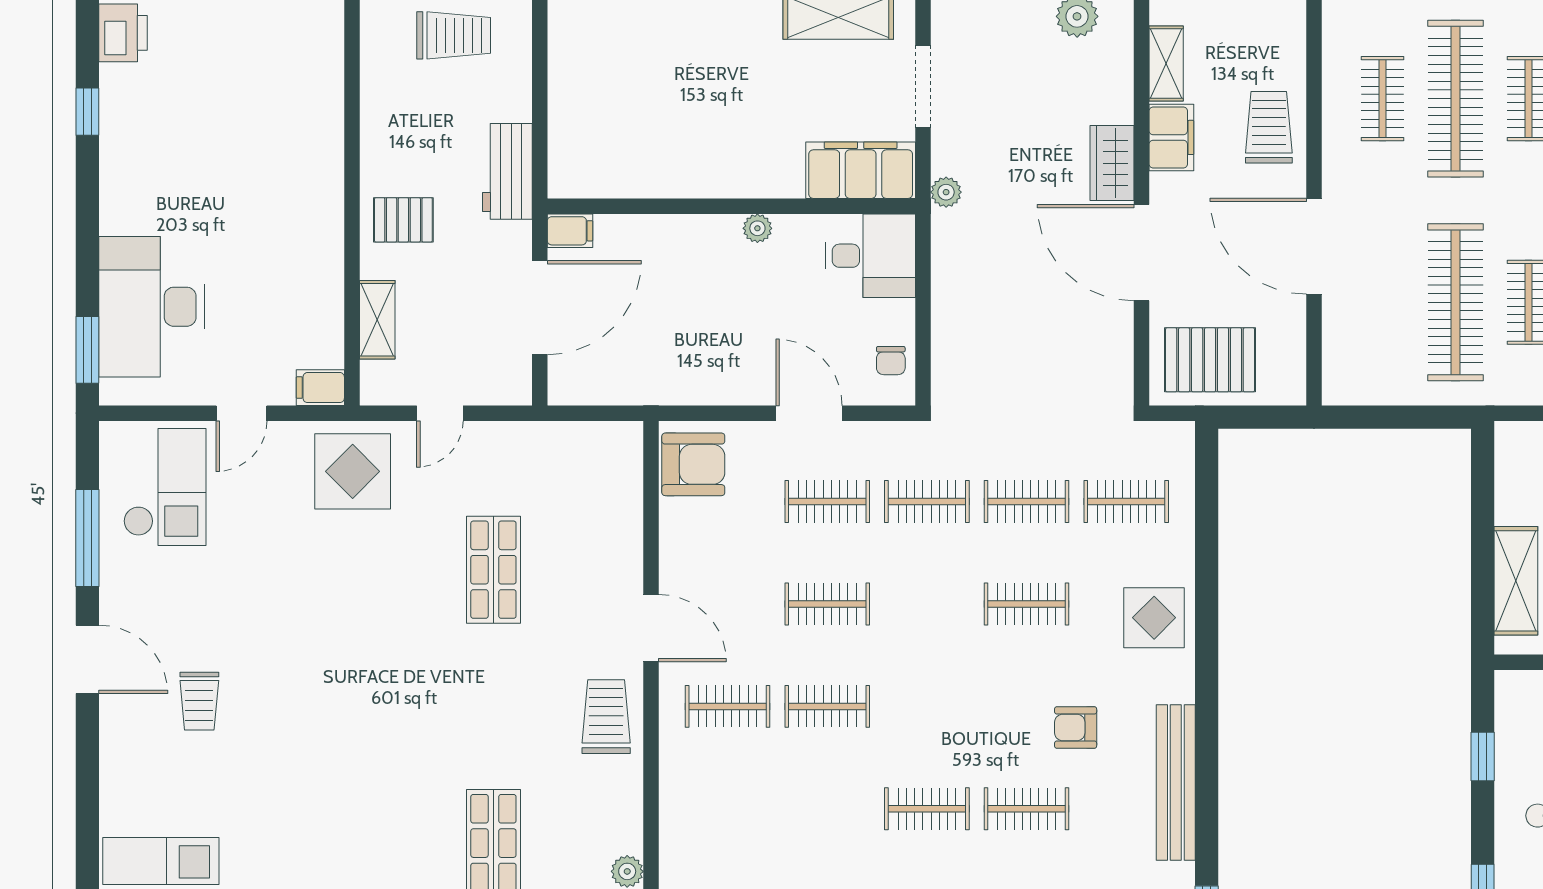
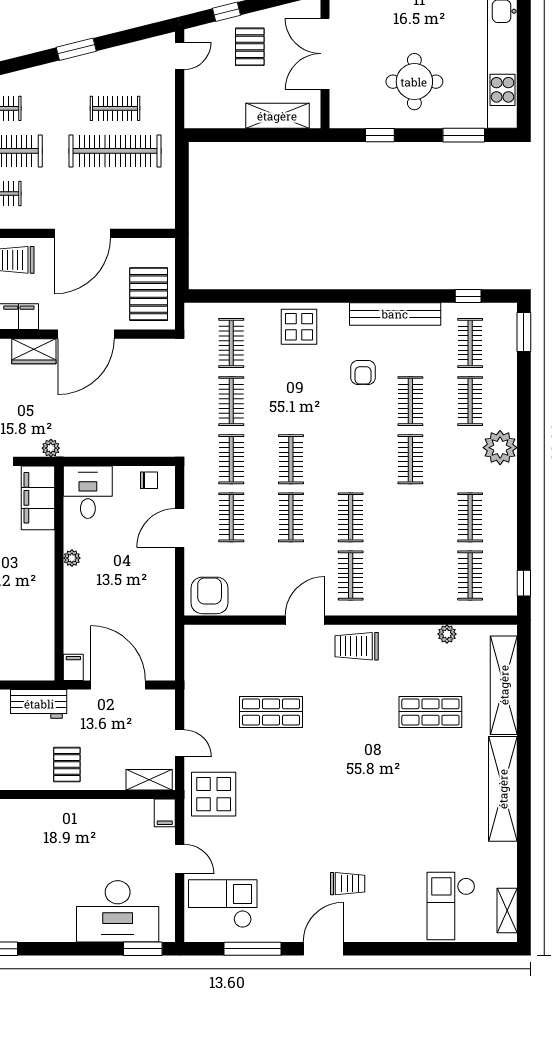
shelving: (377, 320) -> (149, 780), moved
clothes rail: (1027, 604) -> (291, 459), moved

